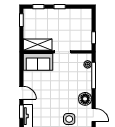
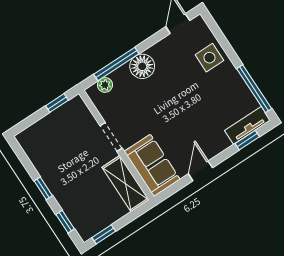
door: (21, 93) -> (200, 171), moved
floor lamp: (85, 99) -> (142, 66), moved

